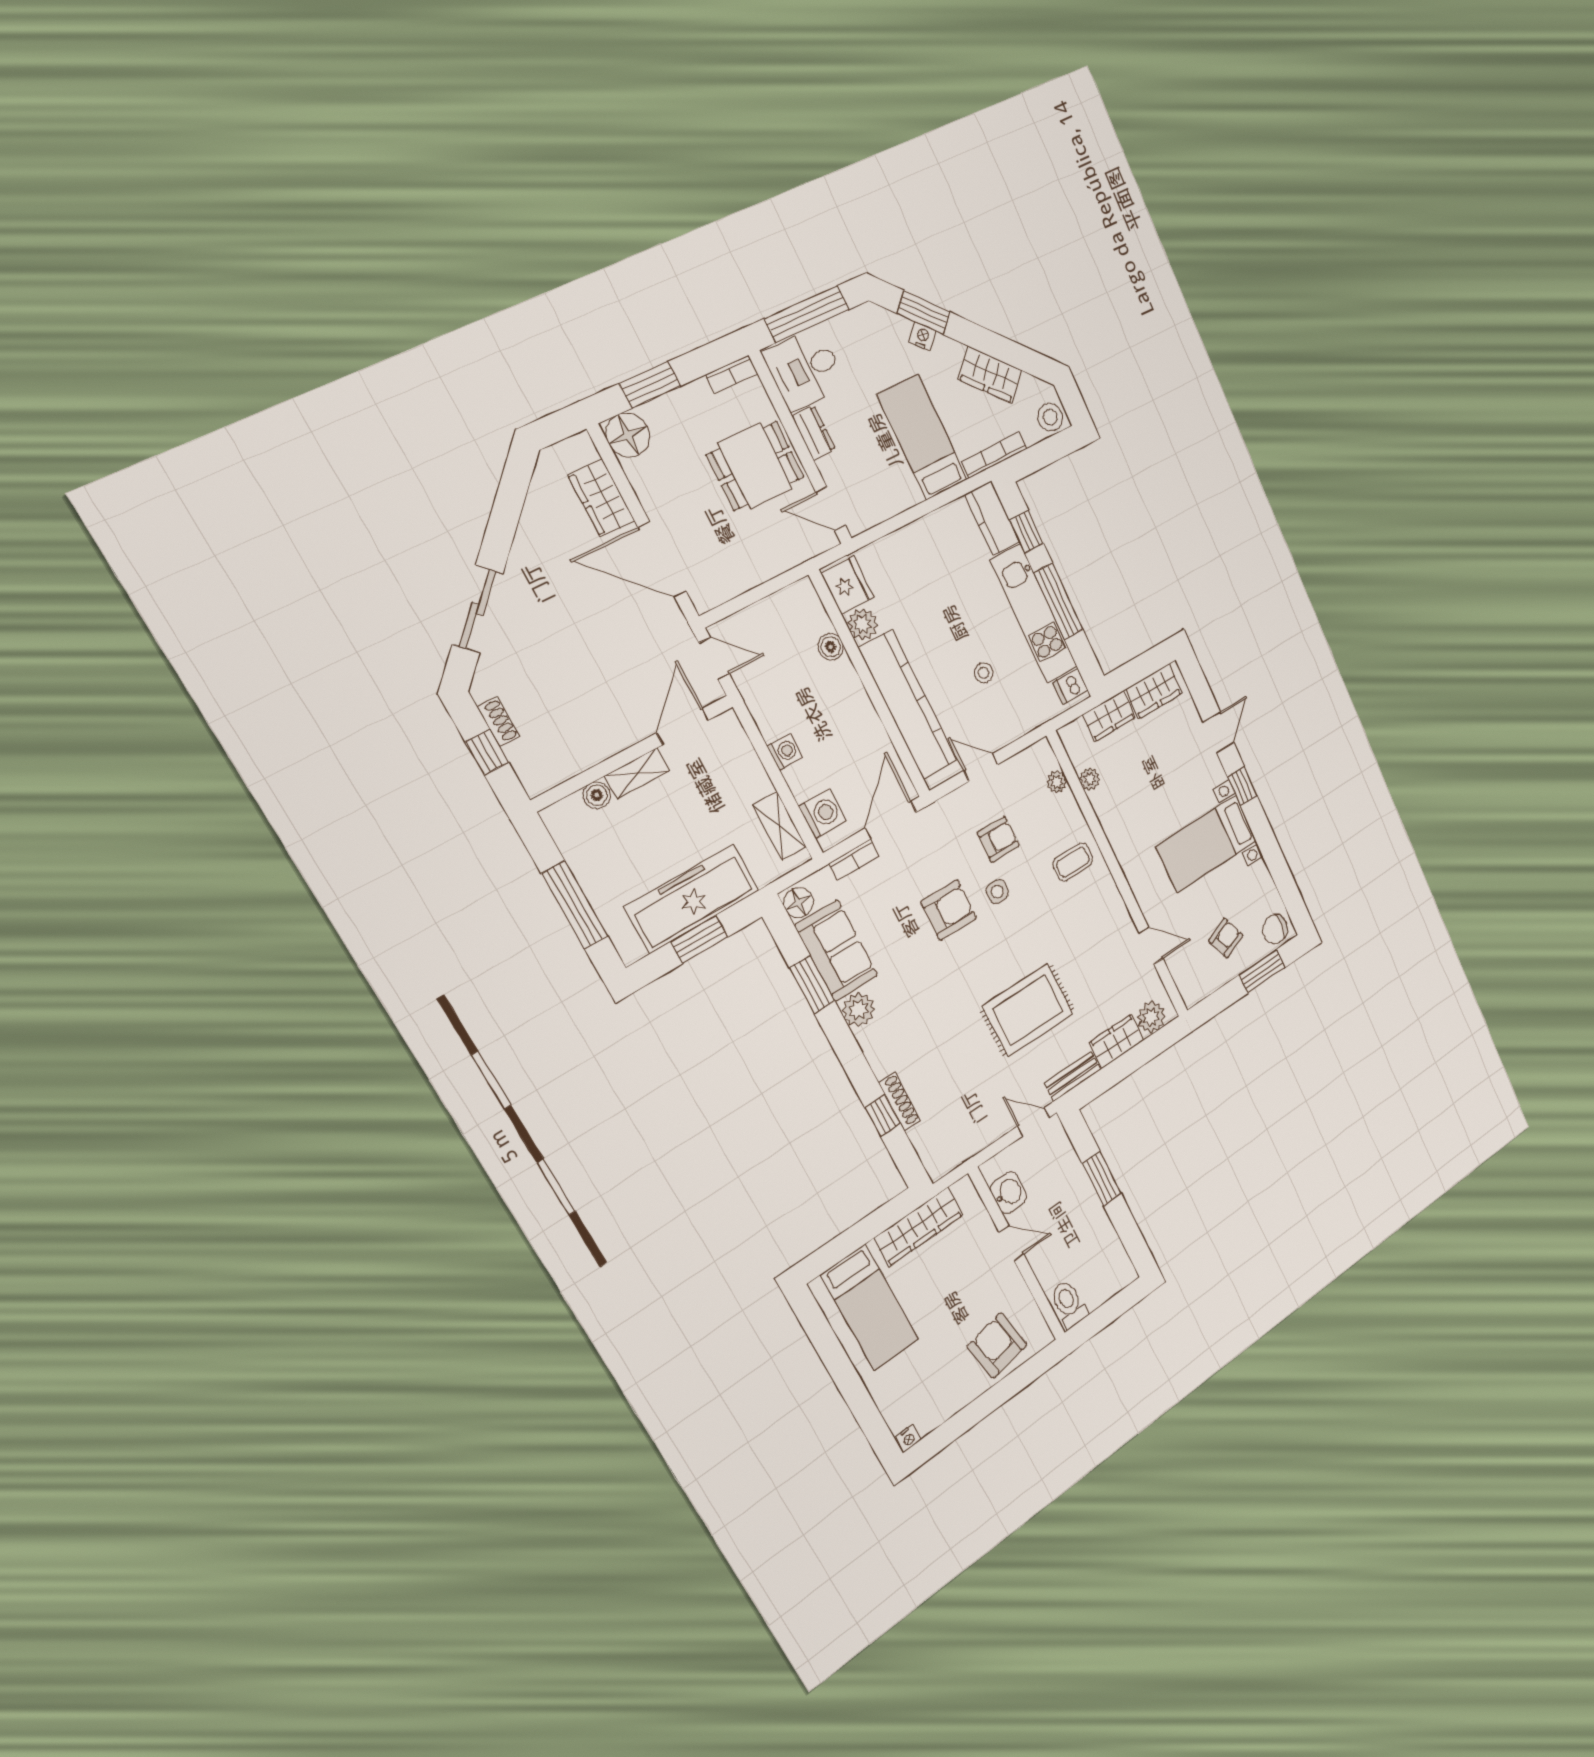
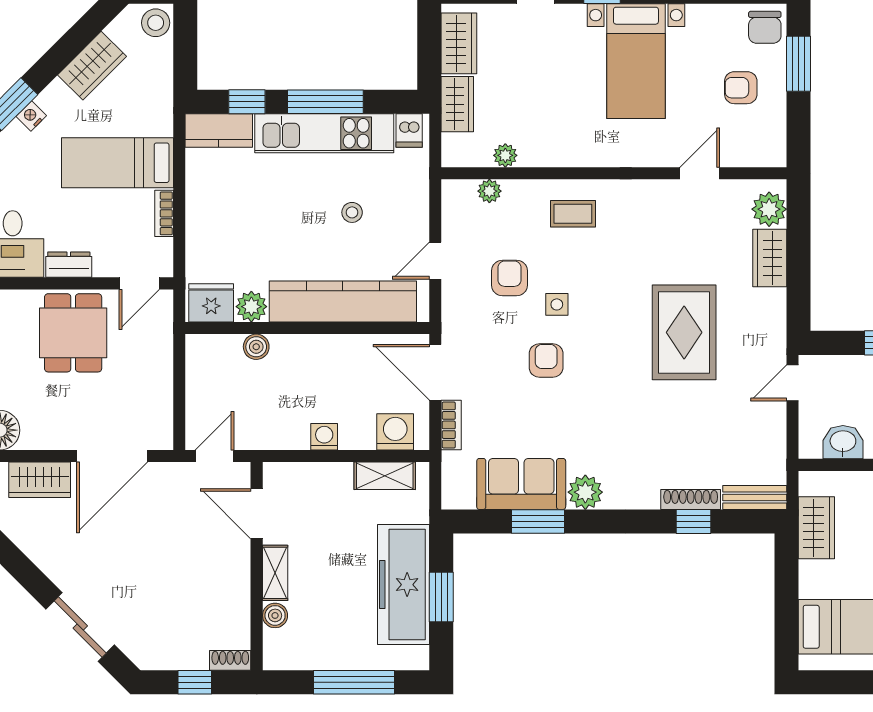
bookcase: (994, 455) -> (164, 213), moved, width x0.64
shoe rack: (498, 722) -> (230, 660), moved
coffee table: (1073, 862) -> (573, 214), turned 90
floor lamp: (799, 903) -> (460, 495), removed
armchair: (949, 910) -> (546, 361), width x0.72, depth x0.72
armchair: (1226, 938) -> (741, 88), turned -68
bench: (1072, 1076) -> (755, 497), moved, turned 90
wardrobe: (919, 1227) -> (816, 528), width x0.67

